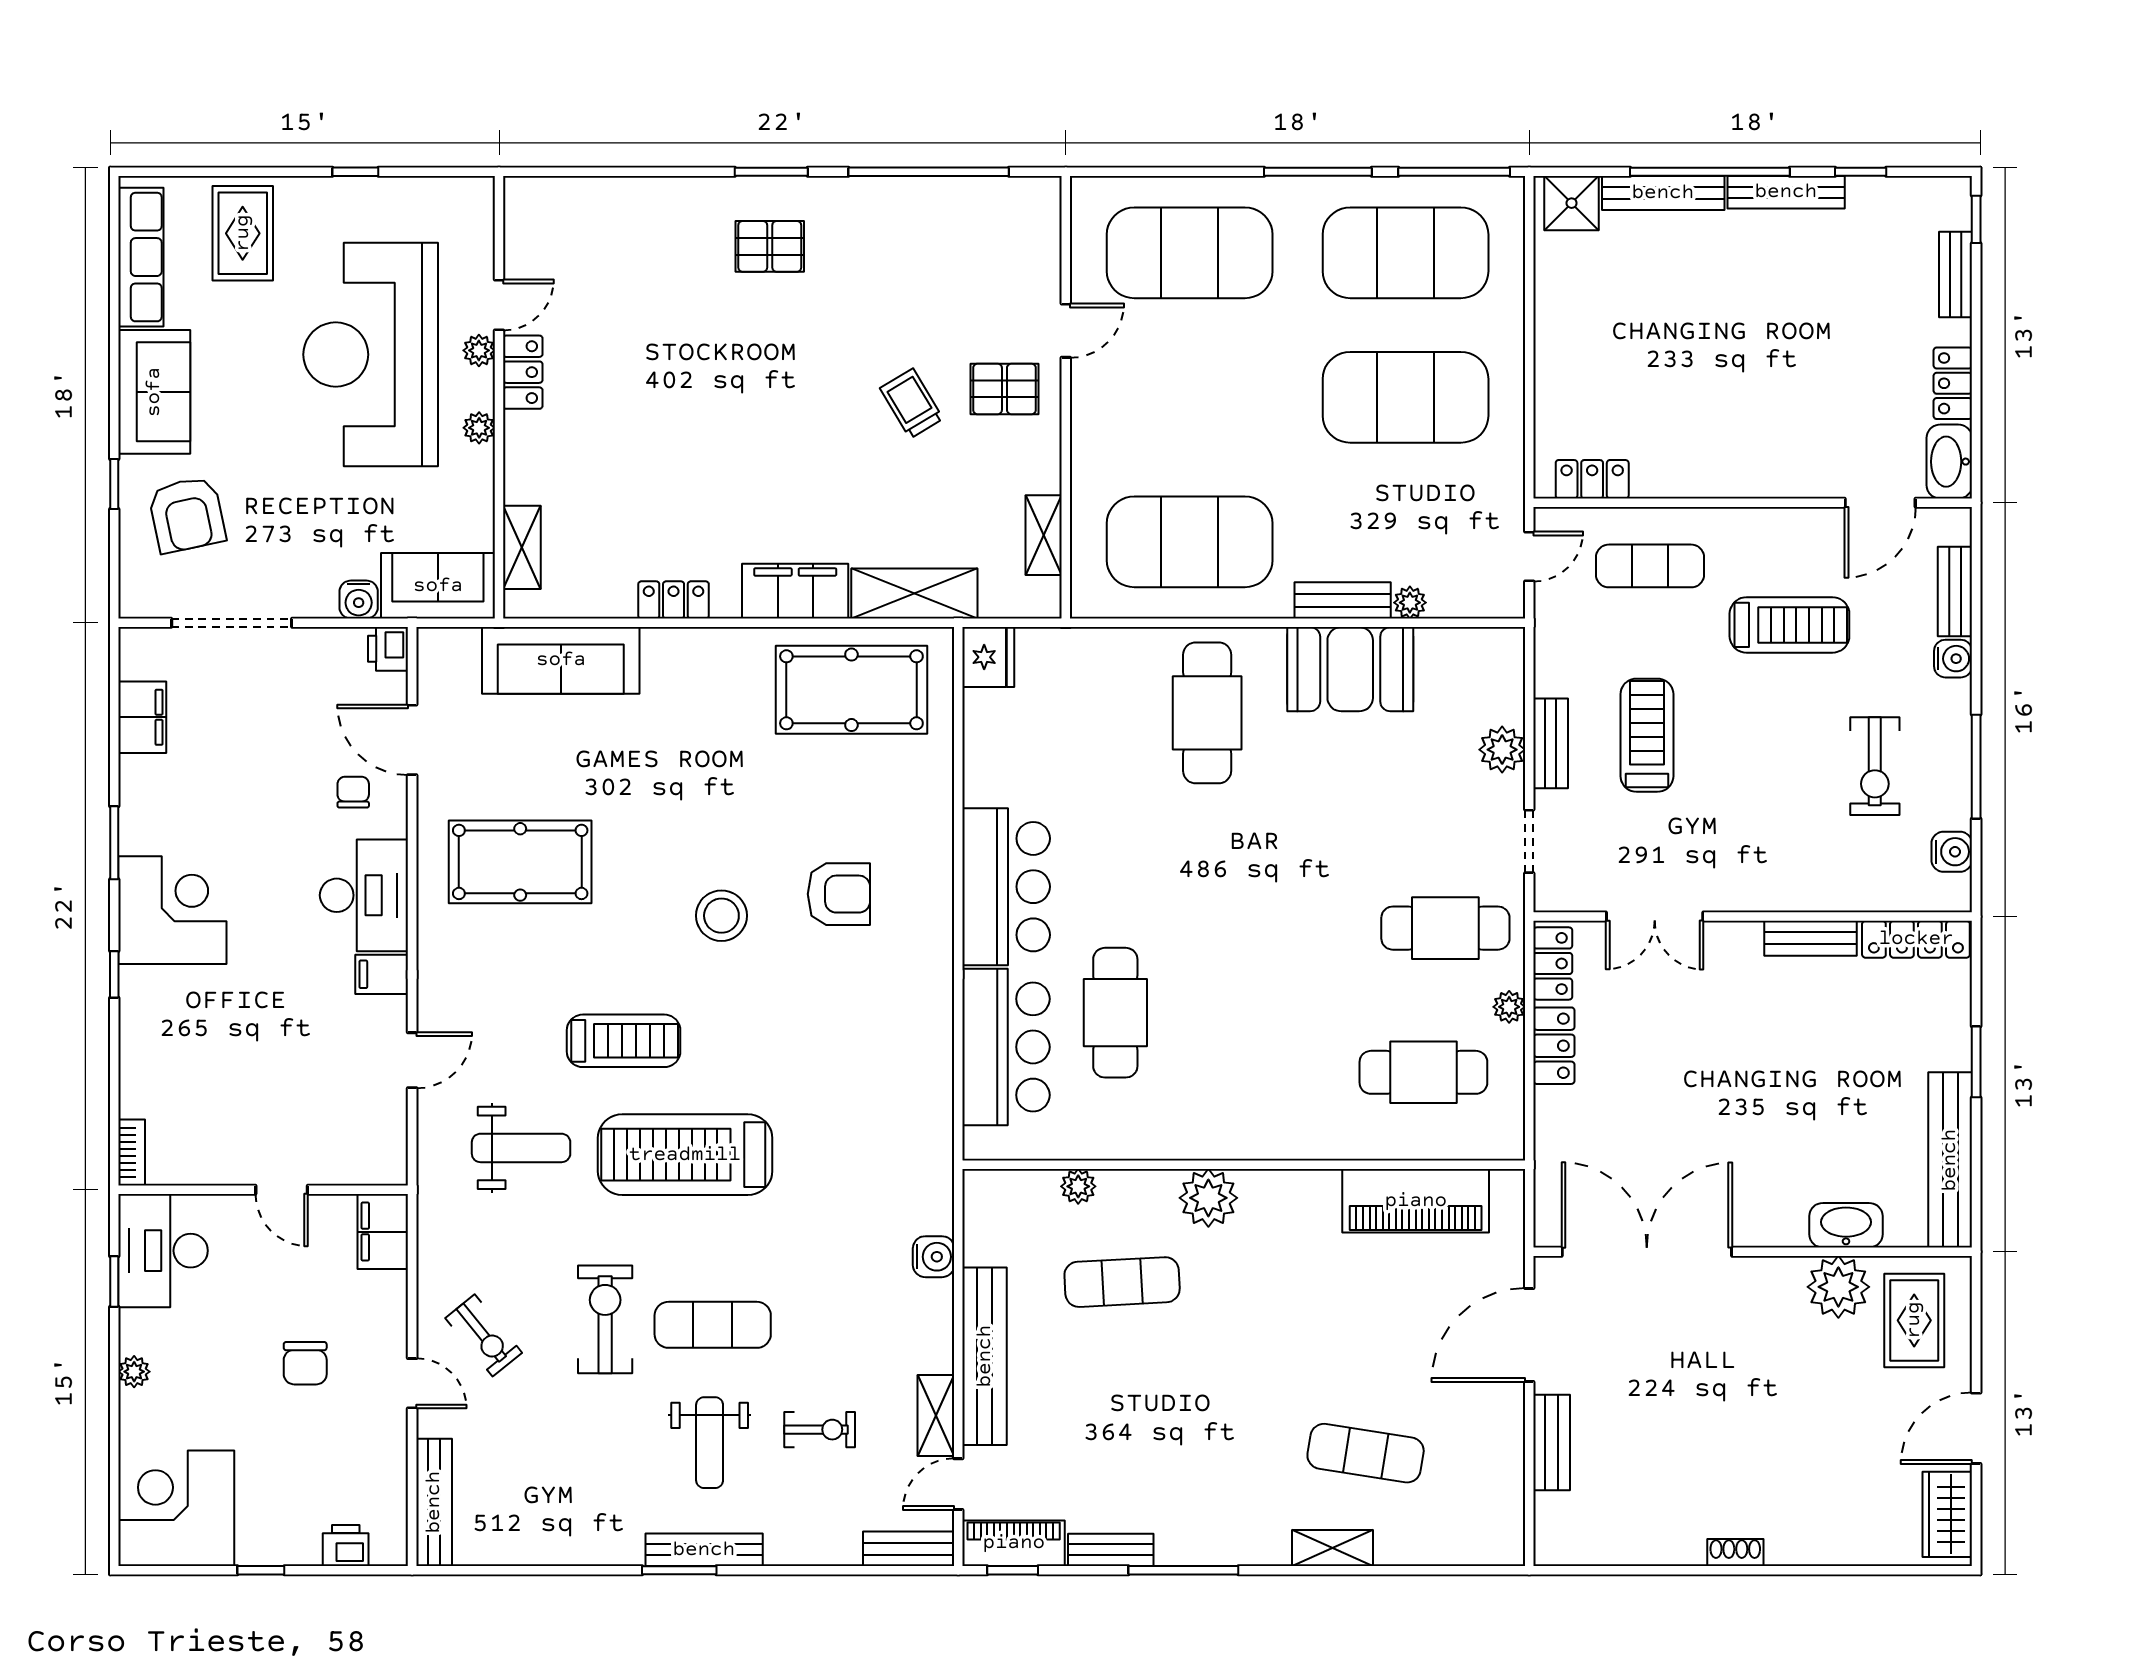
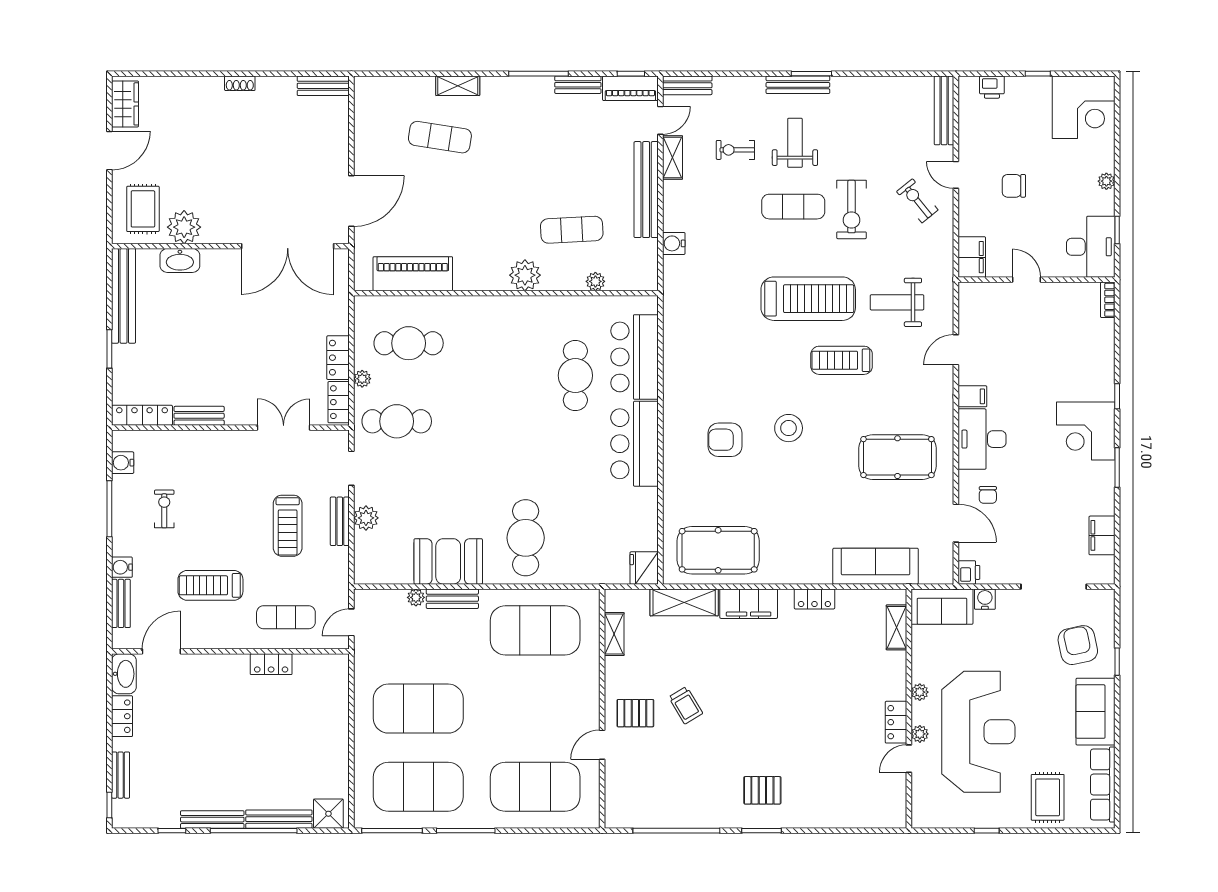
locker: (1592, 479) -> (271, 664), moved
exercise bike: (1875, 766) -> (164, 509), width x0.73, depth x0.72
chair: (305, 1363) -> (1014, 186), turned -90
bench: (1552, 1443) -> (323, 86), moved, turned 90

